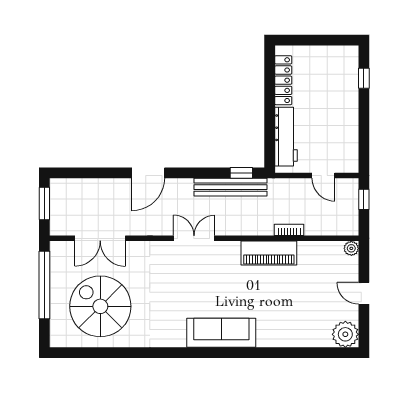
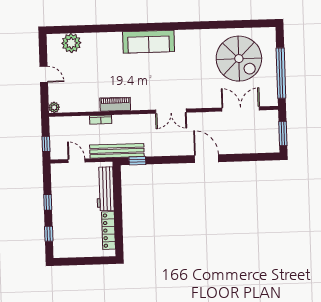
window: (364, 121) -> (48, 202), added
door: (148, 173) -> (207, 159), hinge flipped
bench: (231, 187) -> (117, 151), moved
piano: (269, 253) -> (115, 104), width x0.73, depth x0.75
plant: (345, 334) -> (71, 43), moved

